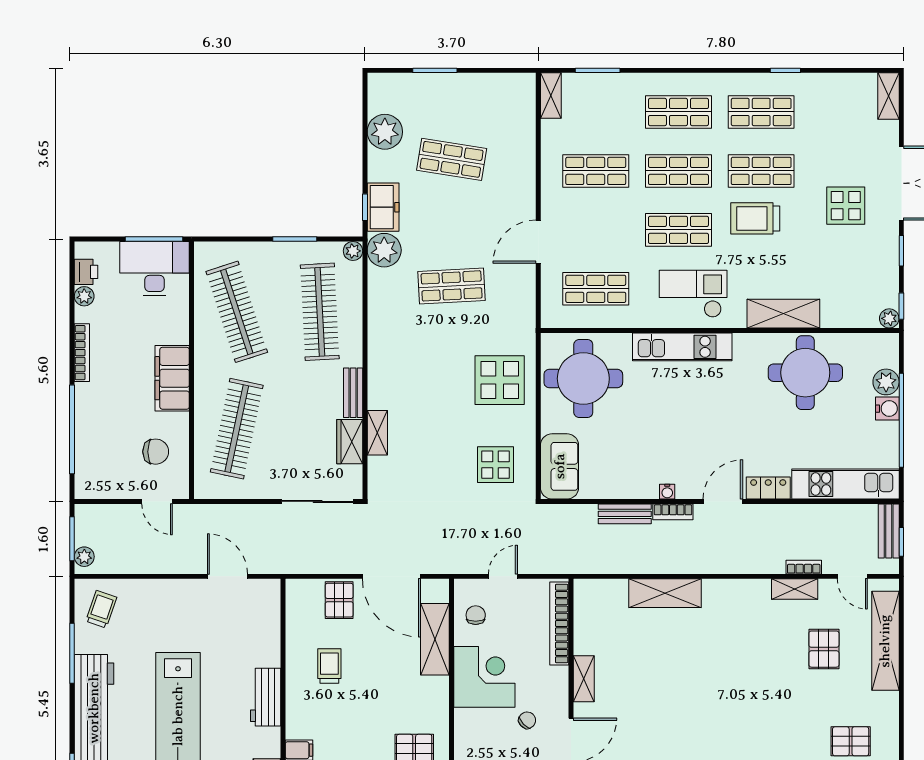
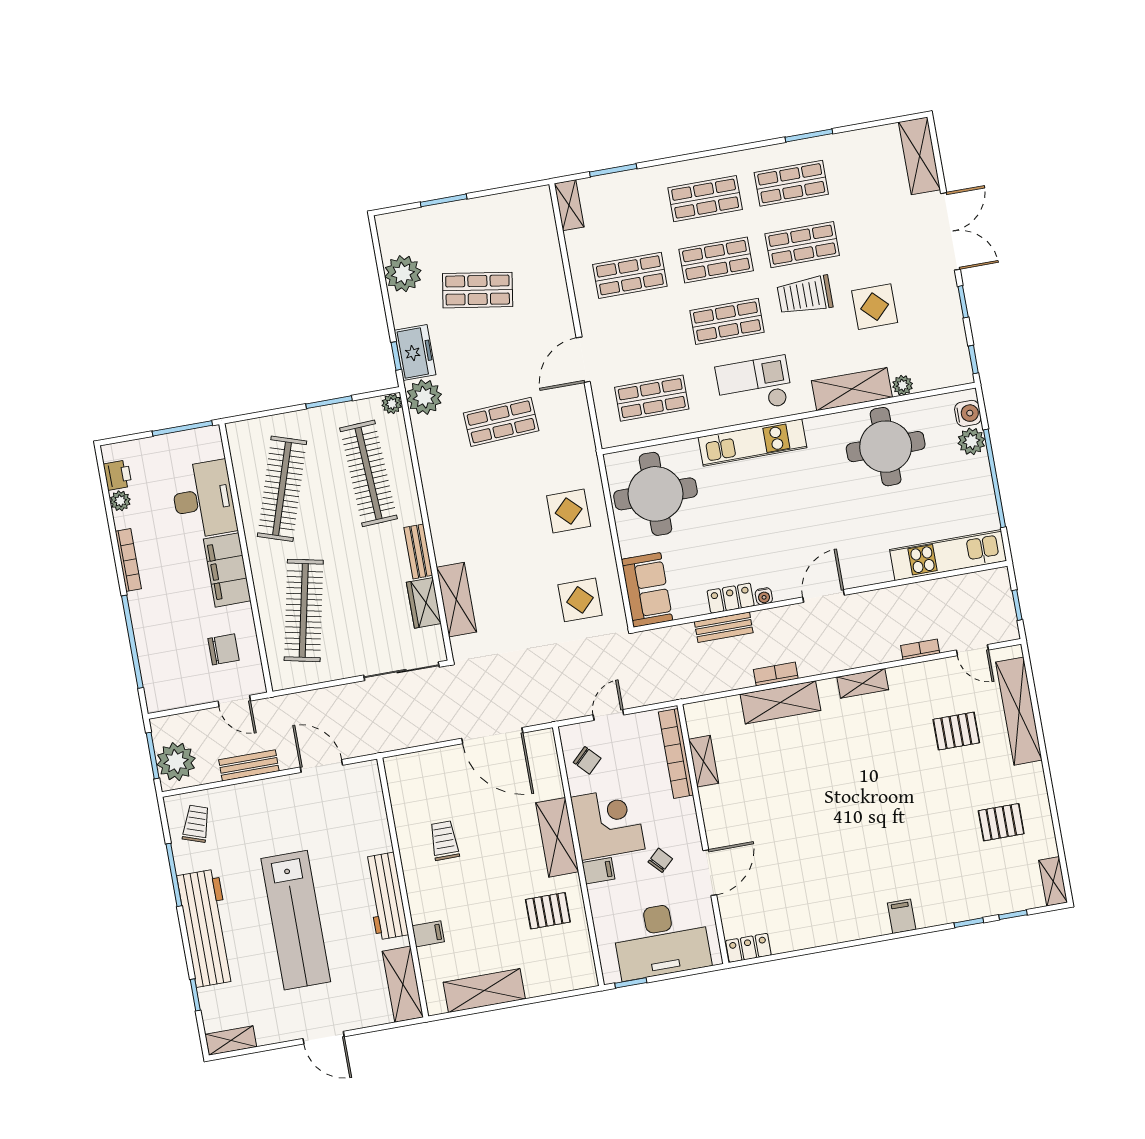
window: (785, 70) -> (809, 135), width x1.50
shelving: (889, 96) -> (919, 156), width x1.50, depth x1.33
display table: (846, 206) -> (875, 307), moved
desk: (155, 269) -> (204, 499), moved, turned 90
clothes rail: (237, 312) -> (282, 489), turned 36
plant: (889, 318) -> (903, 385), moved
display table: (500, 380) -> (569, 511), width x0.73, depth x0.73
water cooler: (887, 409) -> (968, 413), moved
shelving: (377, 433) -> (456, 600), width x1.50, depth x1.33
locker: (768, 488) -> (731, 598), moved
bookcase: (673, 512) -> (776, 674), moved, turned 180
bench: (889, 531) -> (249, 765), moved, turned 90
plant: (84, 557) -> (176, 762), width x1.87, depth x1.87
shelving: (795, 589) -> (863, 683), moved
pallet: (339, 600) -> (442, 770), removed
chair: (476, 615) -> (587, 760), turned 136
shelving: (435, 639) -> (557, 837), moved
pallet: (824, 649) -> (956, 731), turned 90
shelving: (584, 679) -> (704, 761), moved
workbench: (266, 697) -> (386, 896), width x1.37
filing cabinet: (468, 720) -> (598, 871), added

